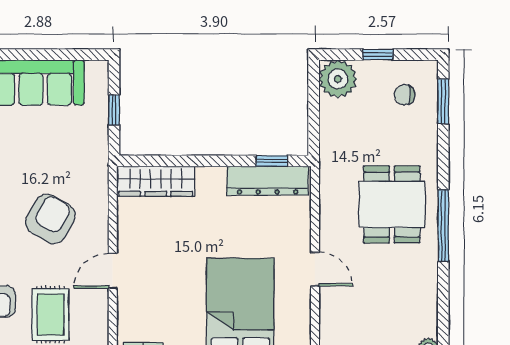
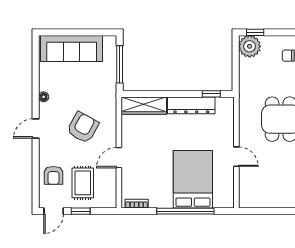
window: (378, 55) -> (255, 32), moved
window: (114, 110) -> (120, 64), width x2.17
dresser: (268, 181) -> (191, 105), moved

